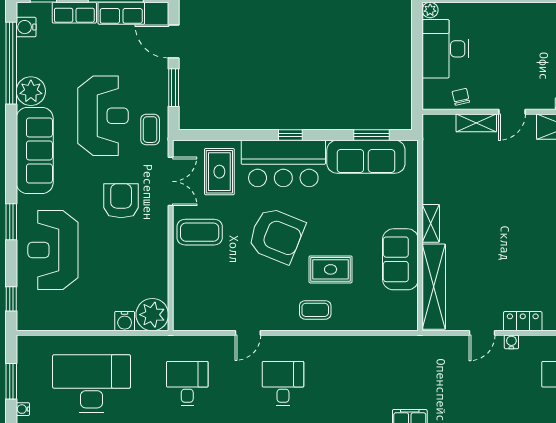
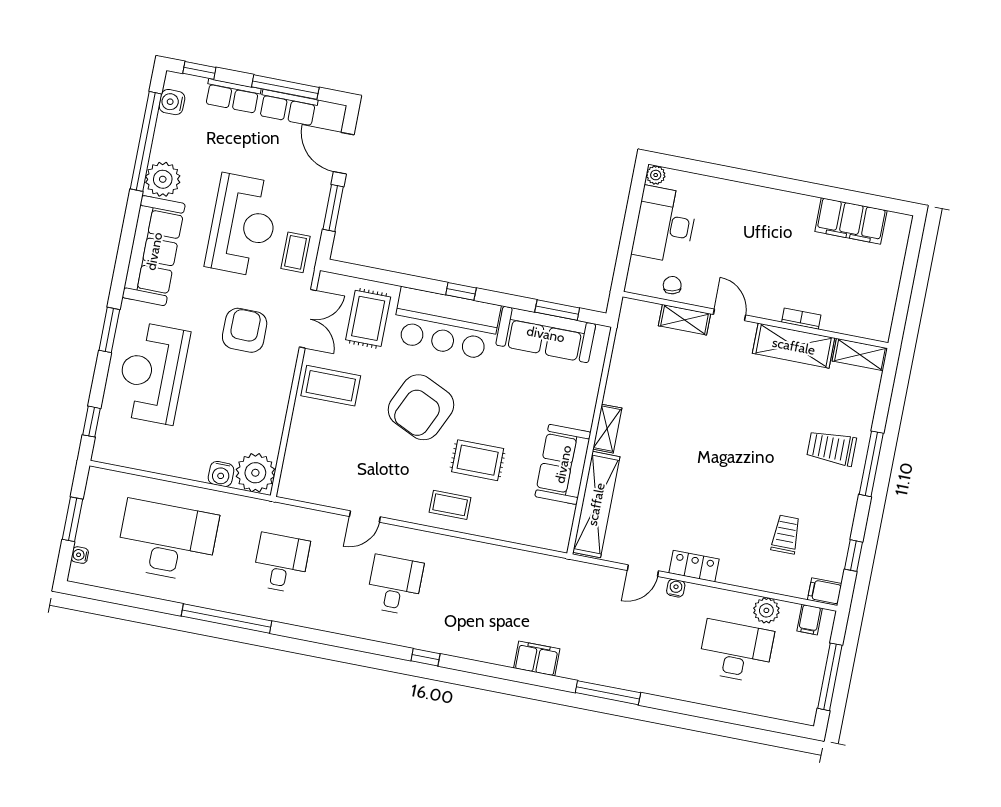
door: (512, 112) -> (729, 315), swing flipped
armchair: (276, 235) -> (421, 407), turned 93

